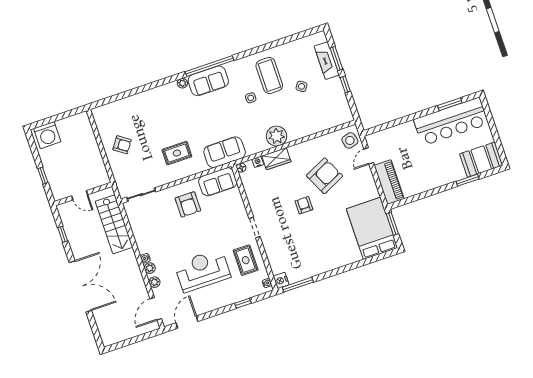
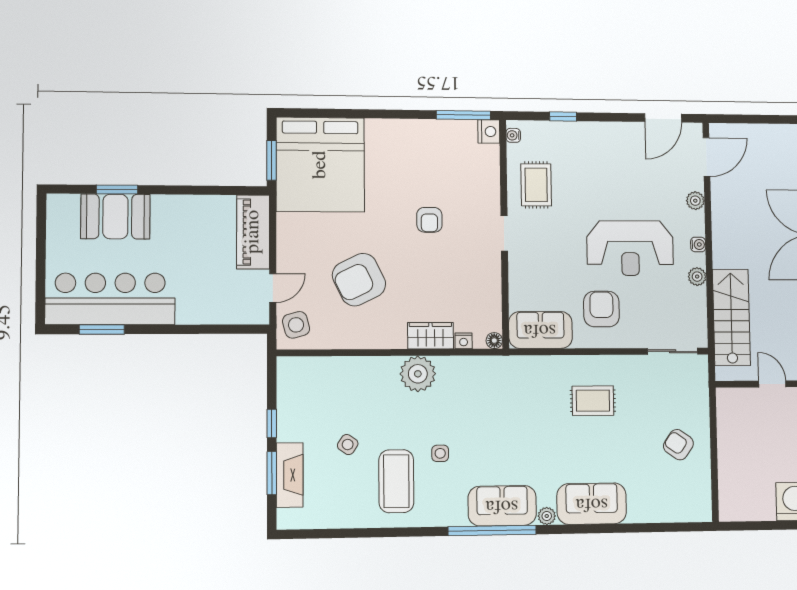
sofa: (225, 152) -> (592, 504), moved, turned 180
booth: (481, 160) -> (115, 217), moved
armchair: (304, 205) -> (429, 220), moved
bed: (372, 228) -> (320, 165), width x1.36
plant: (150, 268) -> (697, 277), moved
reception desk: (203, 270) -> (630, 248), moved

